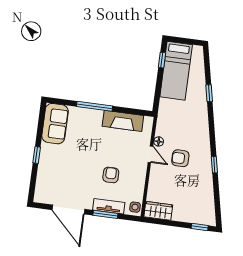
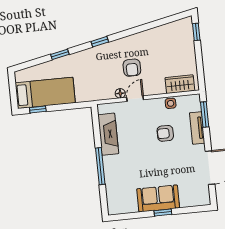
sofa: (55, 124) -> (158, 198), moved
window: (214, 165) -> (100, 42), moved
side table: (135, 207) -> (171, 103), moved
wardrobe: (158, 211) -> (180, 84), moved, turned 90
window: (105, 214) -> (205, 114), moved

